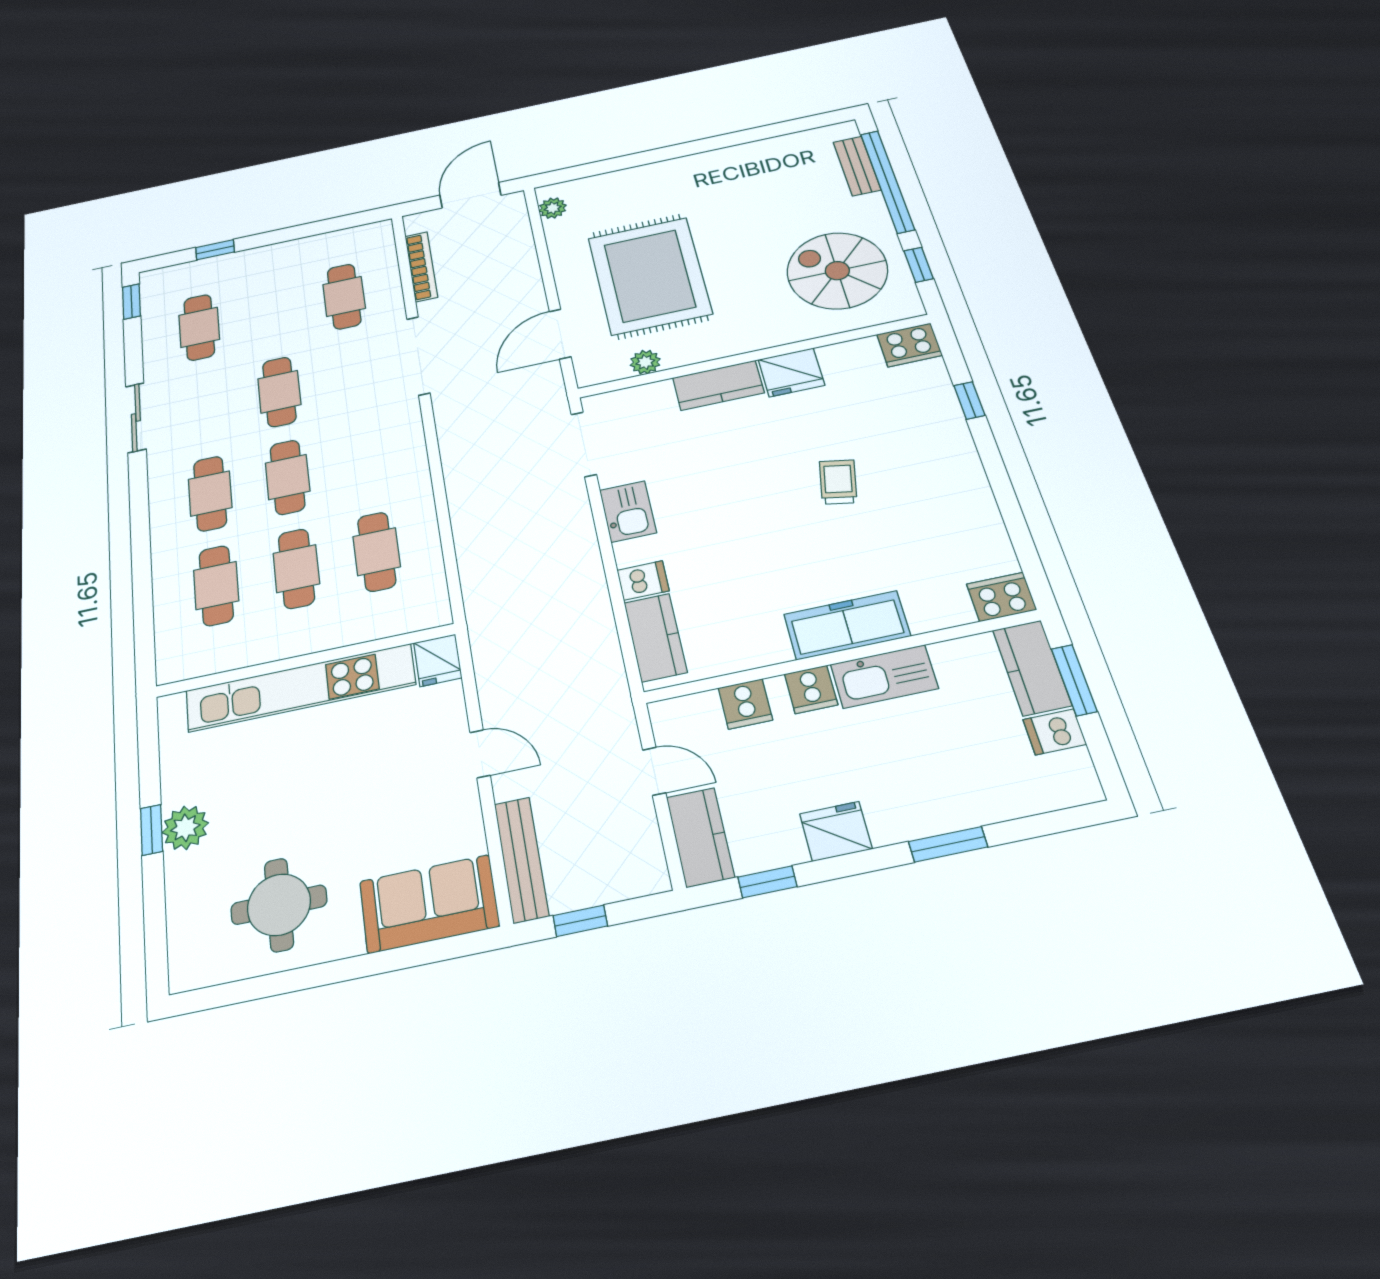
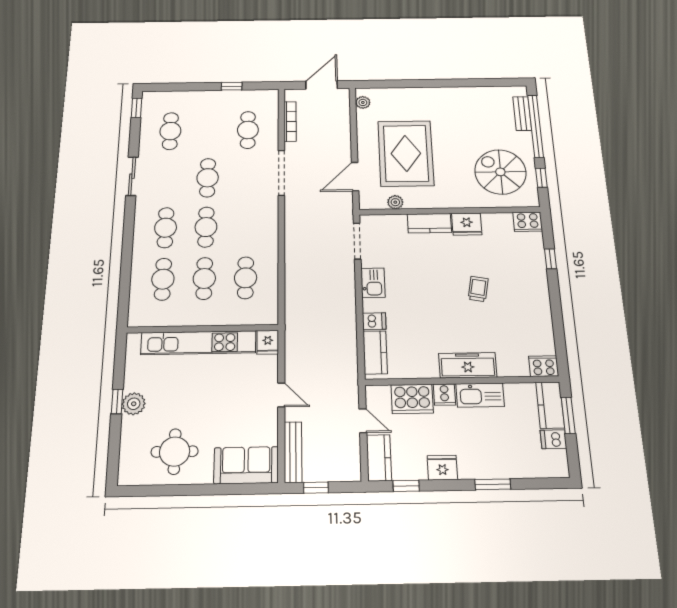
window: (215, 250) -> (232, 86), moved
cooker: (745, 704) -> (412, 399), width x1.87, depth x1.31

